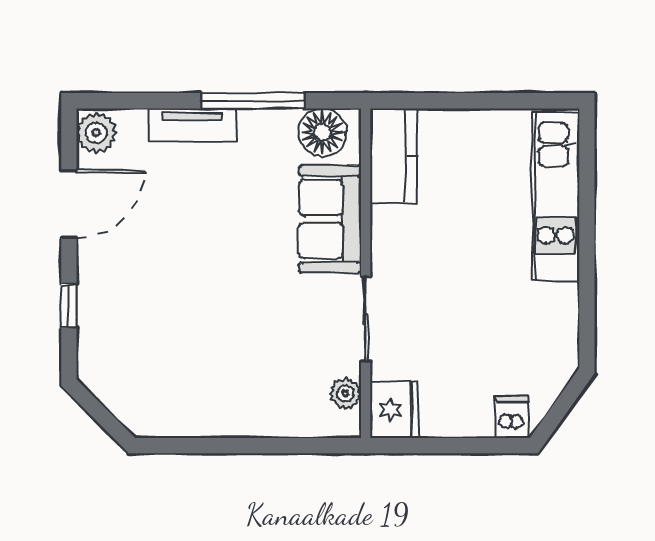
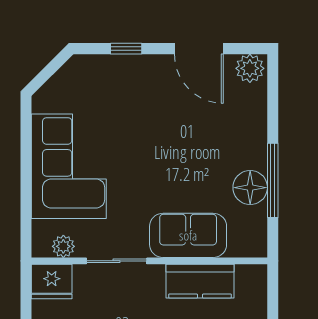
tv unit: (193, 125) -> (255, 137), removed
floor lamp: (323, 132) -> (250, 188), moved
kitchen counter: (394, 156) -> (200, 281), moved
corner sofa: (233, 386) -> (69, 166), added

